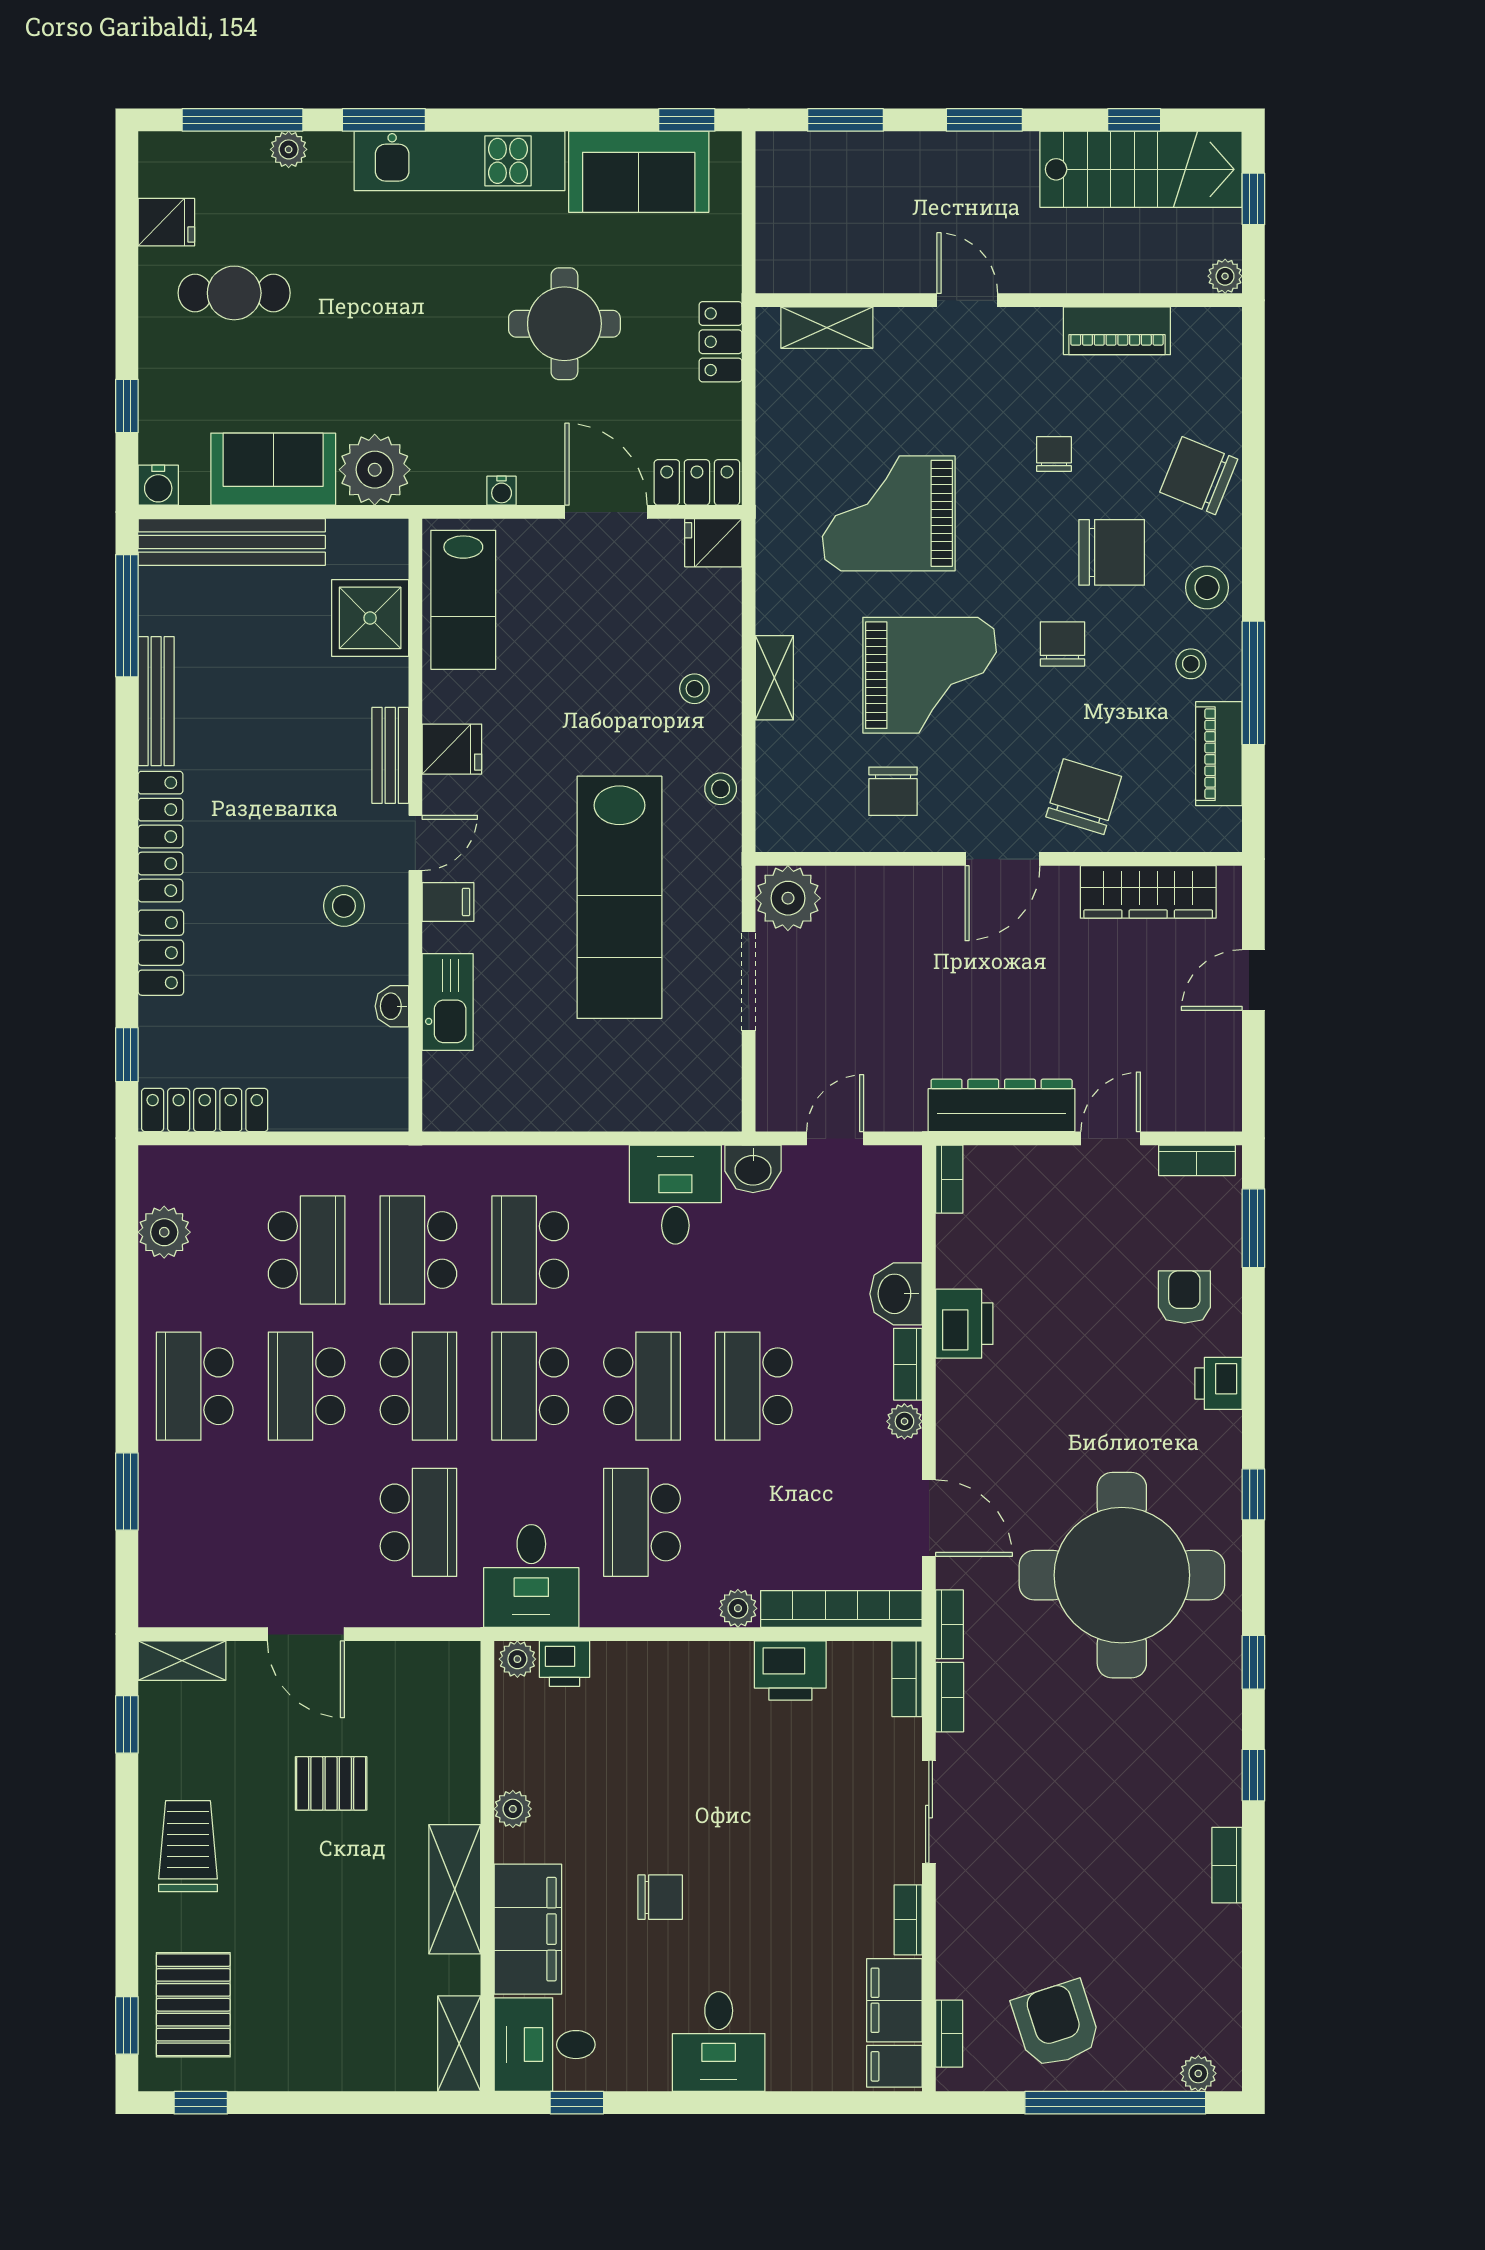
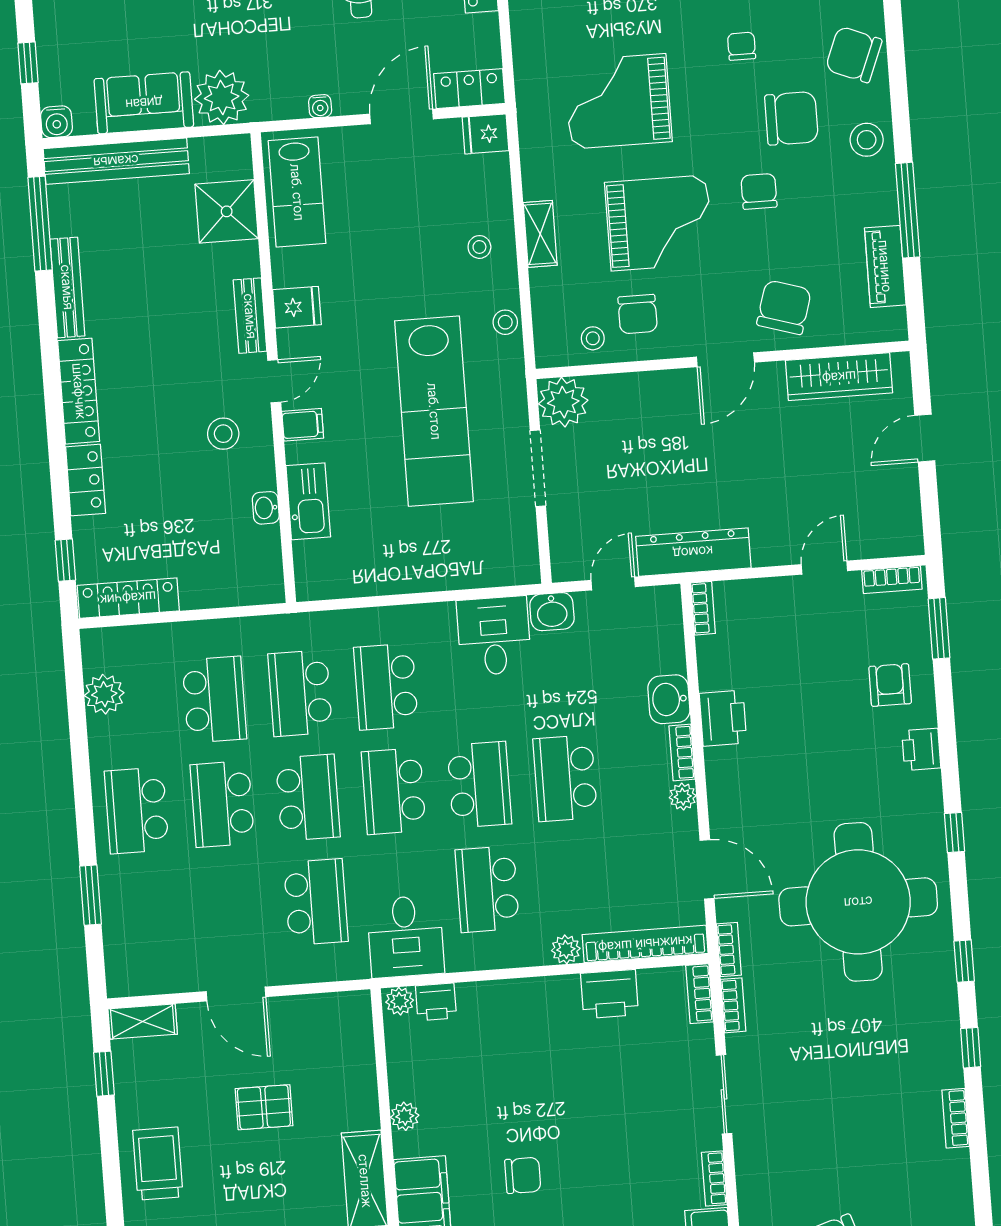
door: (606, 512) -> (401, 116), hinge flipped
stool: (1191, 664) -> (593, 338), moved
dresser: (1002, 1105) -> (693, 552), moved

